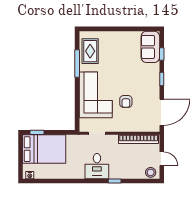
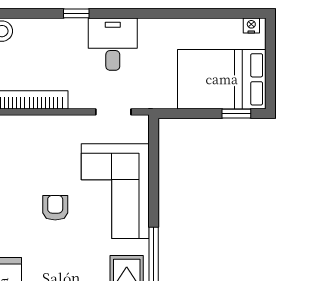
armchair: (126, 101) -> (55, 208), moved

